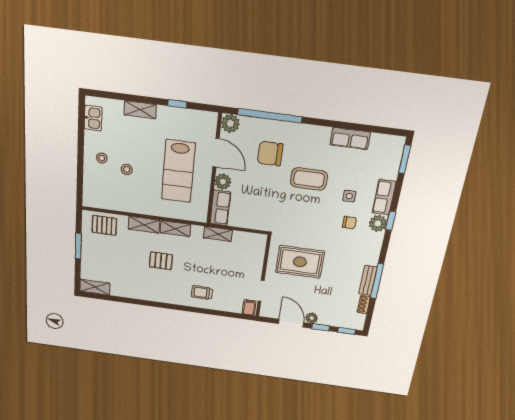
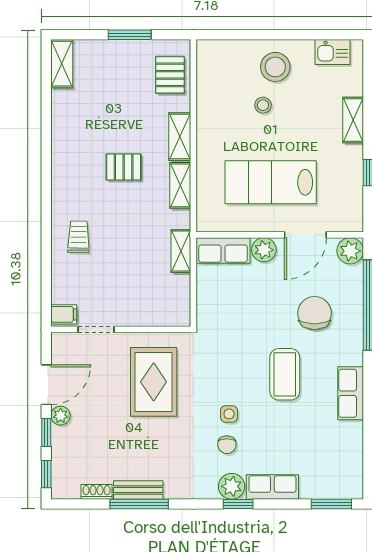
row of seats: (350, 139) -> (351, 393), moved
stool: (102, 158) -> (275, 67), width x1.89, depth x1.89
side table: (349, 196) -> (229, 414), moved
pallet: (161, 261) -> (124, 167), turned 90

